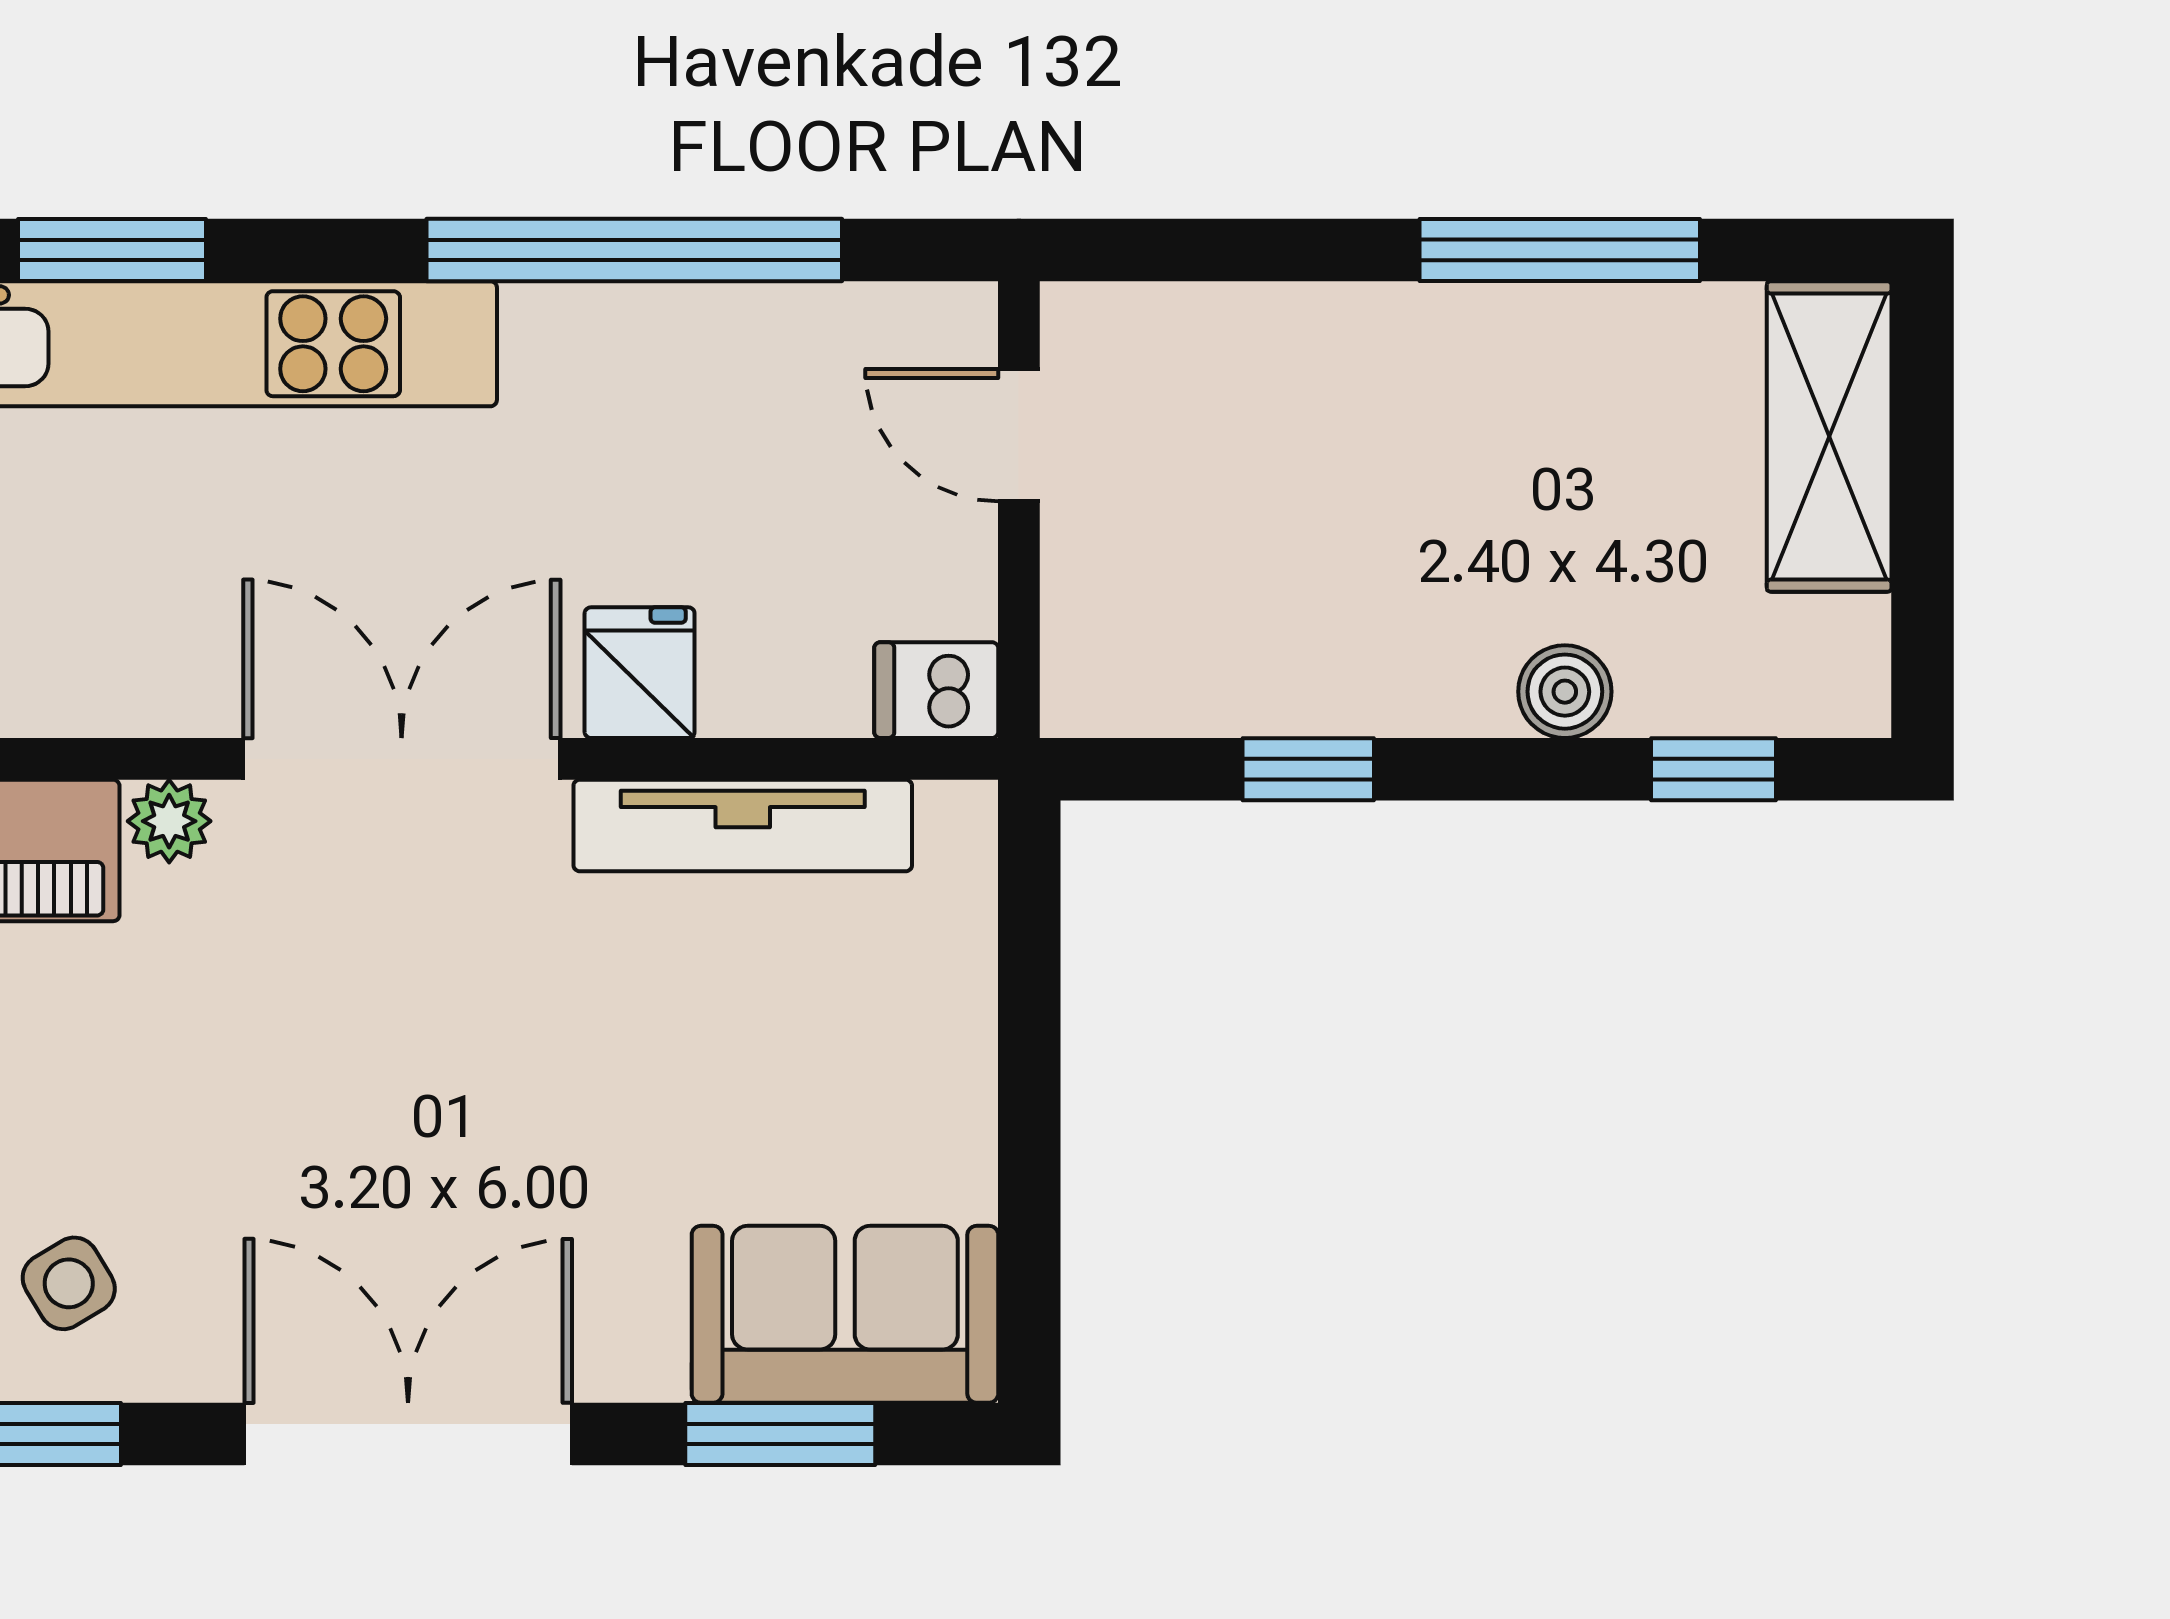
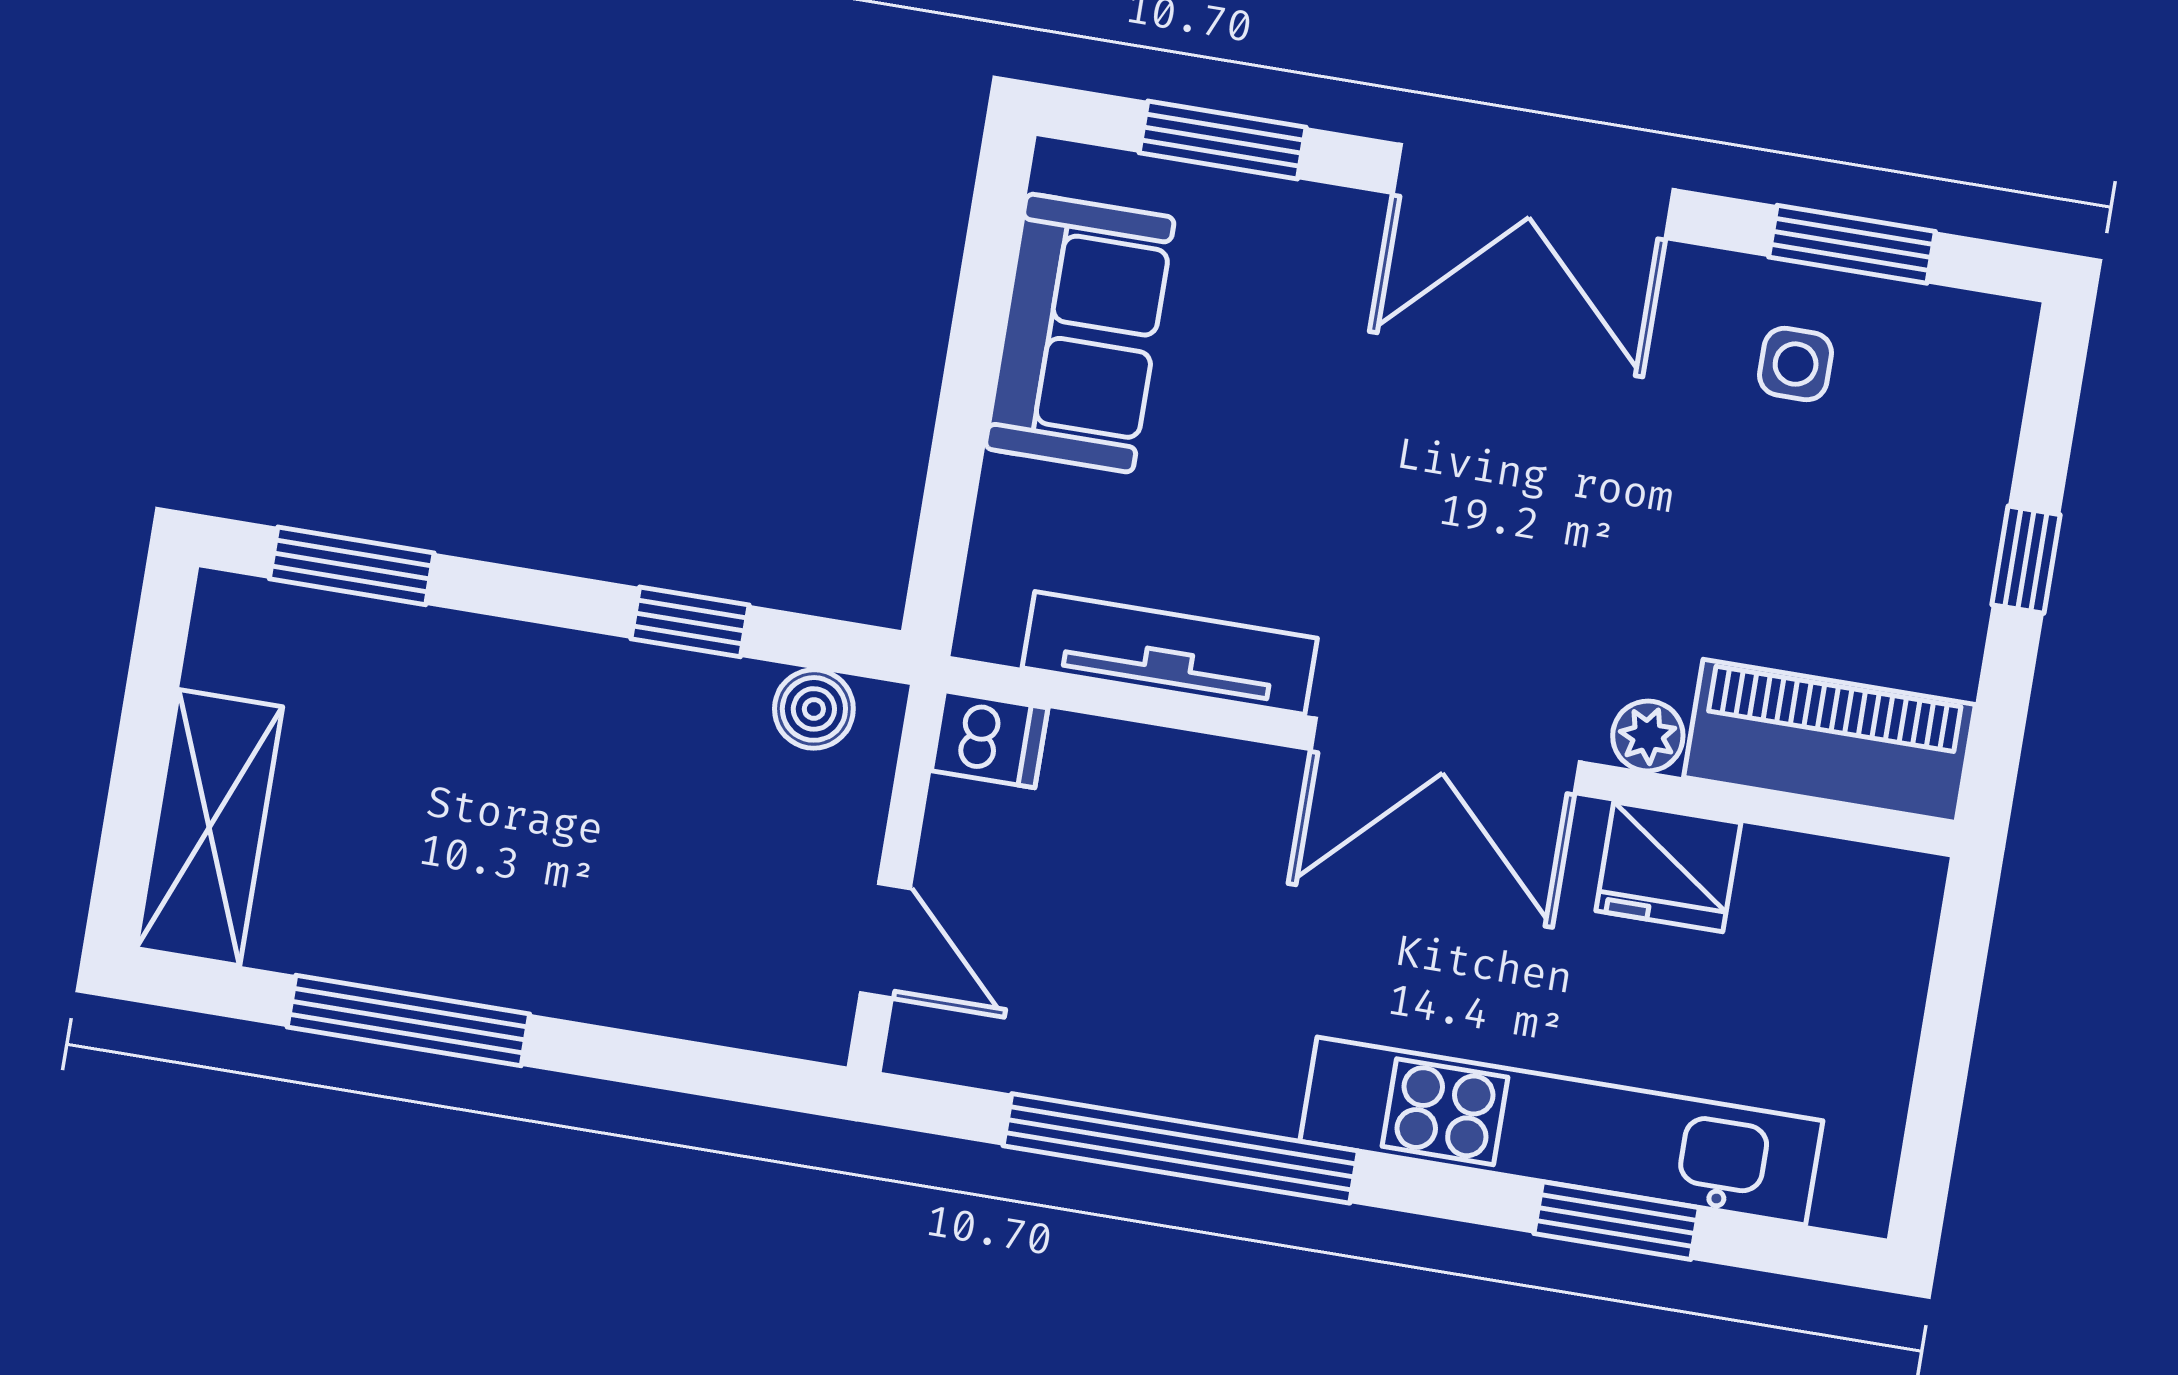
fridge: (640, 673) -> (1668, 867), moved, width x1.38
boiler: (1565, 692) -> (814, 709), moved
window: (1714, 769) -> (352, 566), width x1.50
side table: (69, 1283) -> (1796, 364), turned 31
sofa: (845, 1314) -> (1080, 333), moved, turned -90

